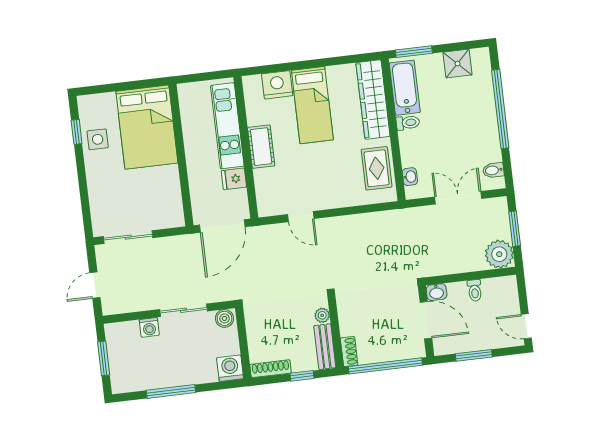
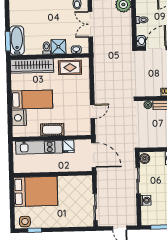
shower: (458, 64) -> (58, 47), moved
bathtub: (405, 88) -> (17, 40), moved, turned 90
side table: (98, 139) -> (25, 222), moved

